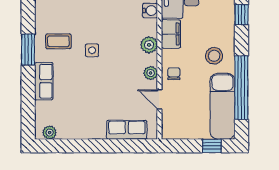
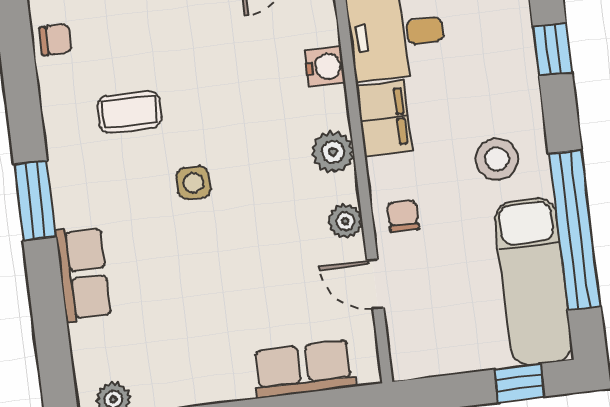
coffee table: (58, 41) -> (130, 112), moved

